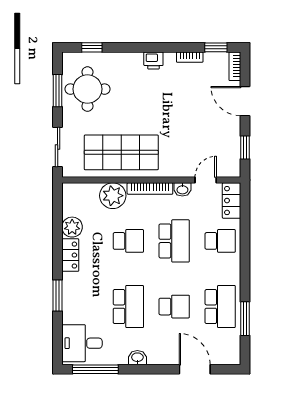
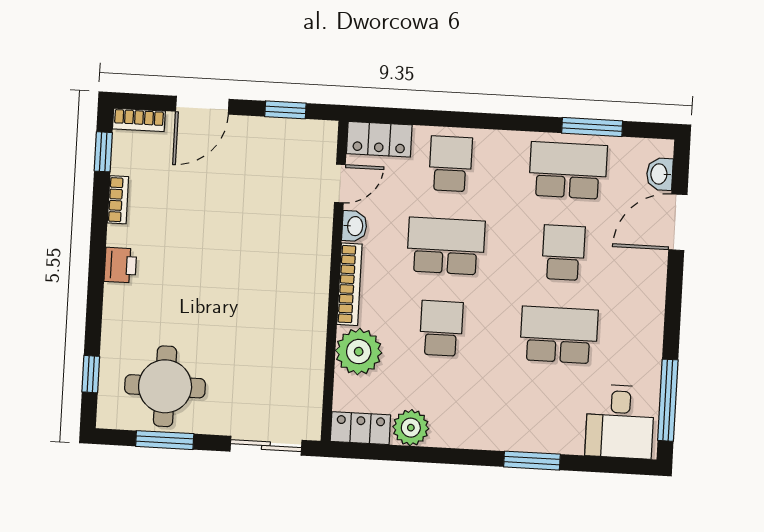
shop shelf: (121, 152) -> (282, 332), removed
door: (206, 180) -> (340, 184), swing flipped
locker: (70, 255) -> (360, 428), moved
washbasin: (137, 358) -> (660, 174), moved

